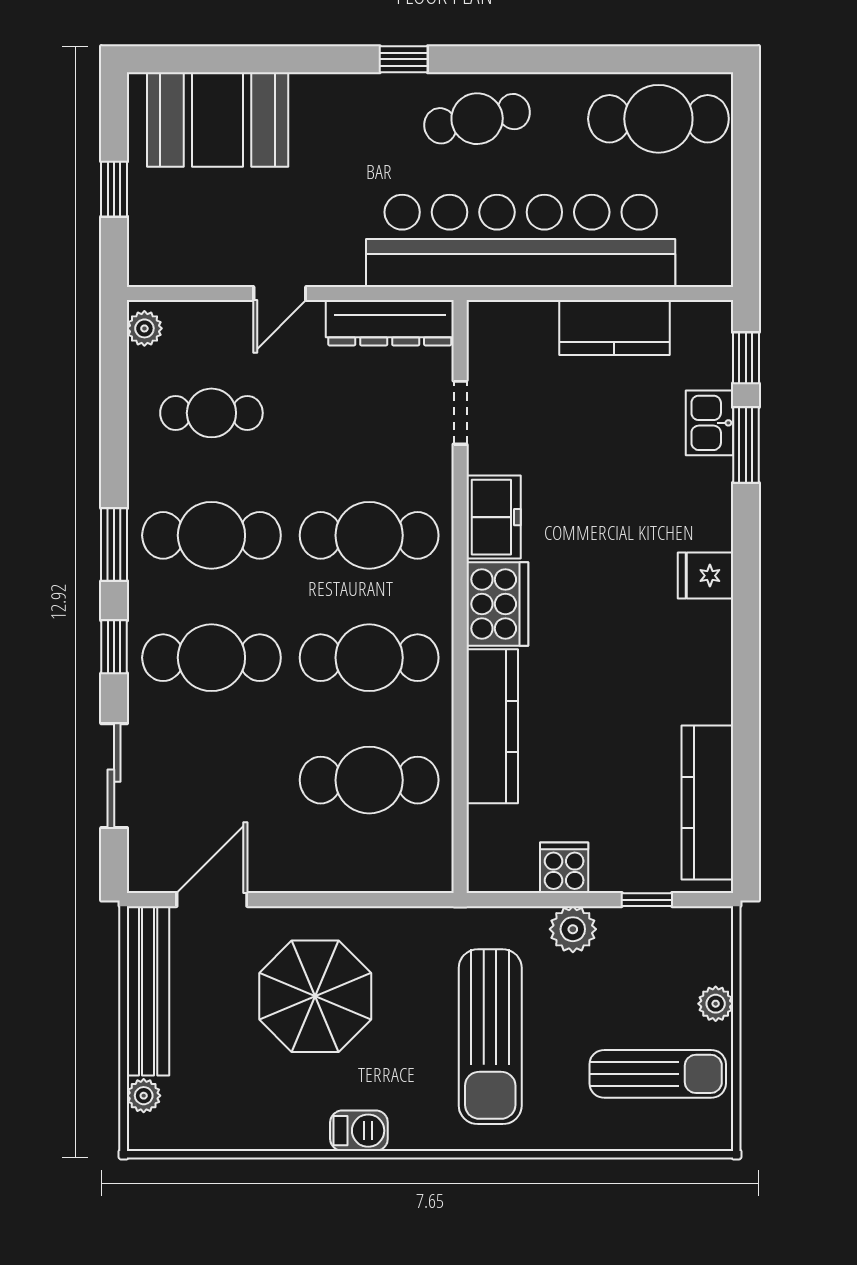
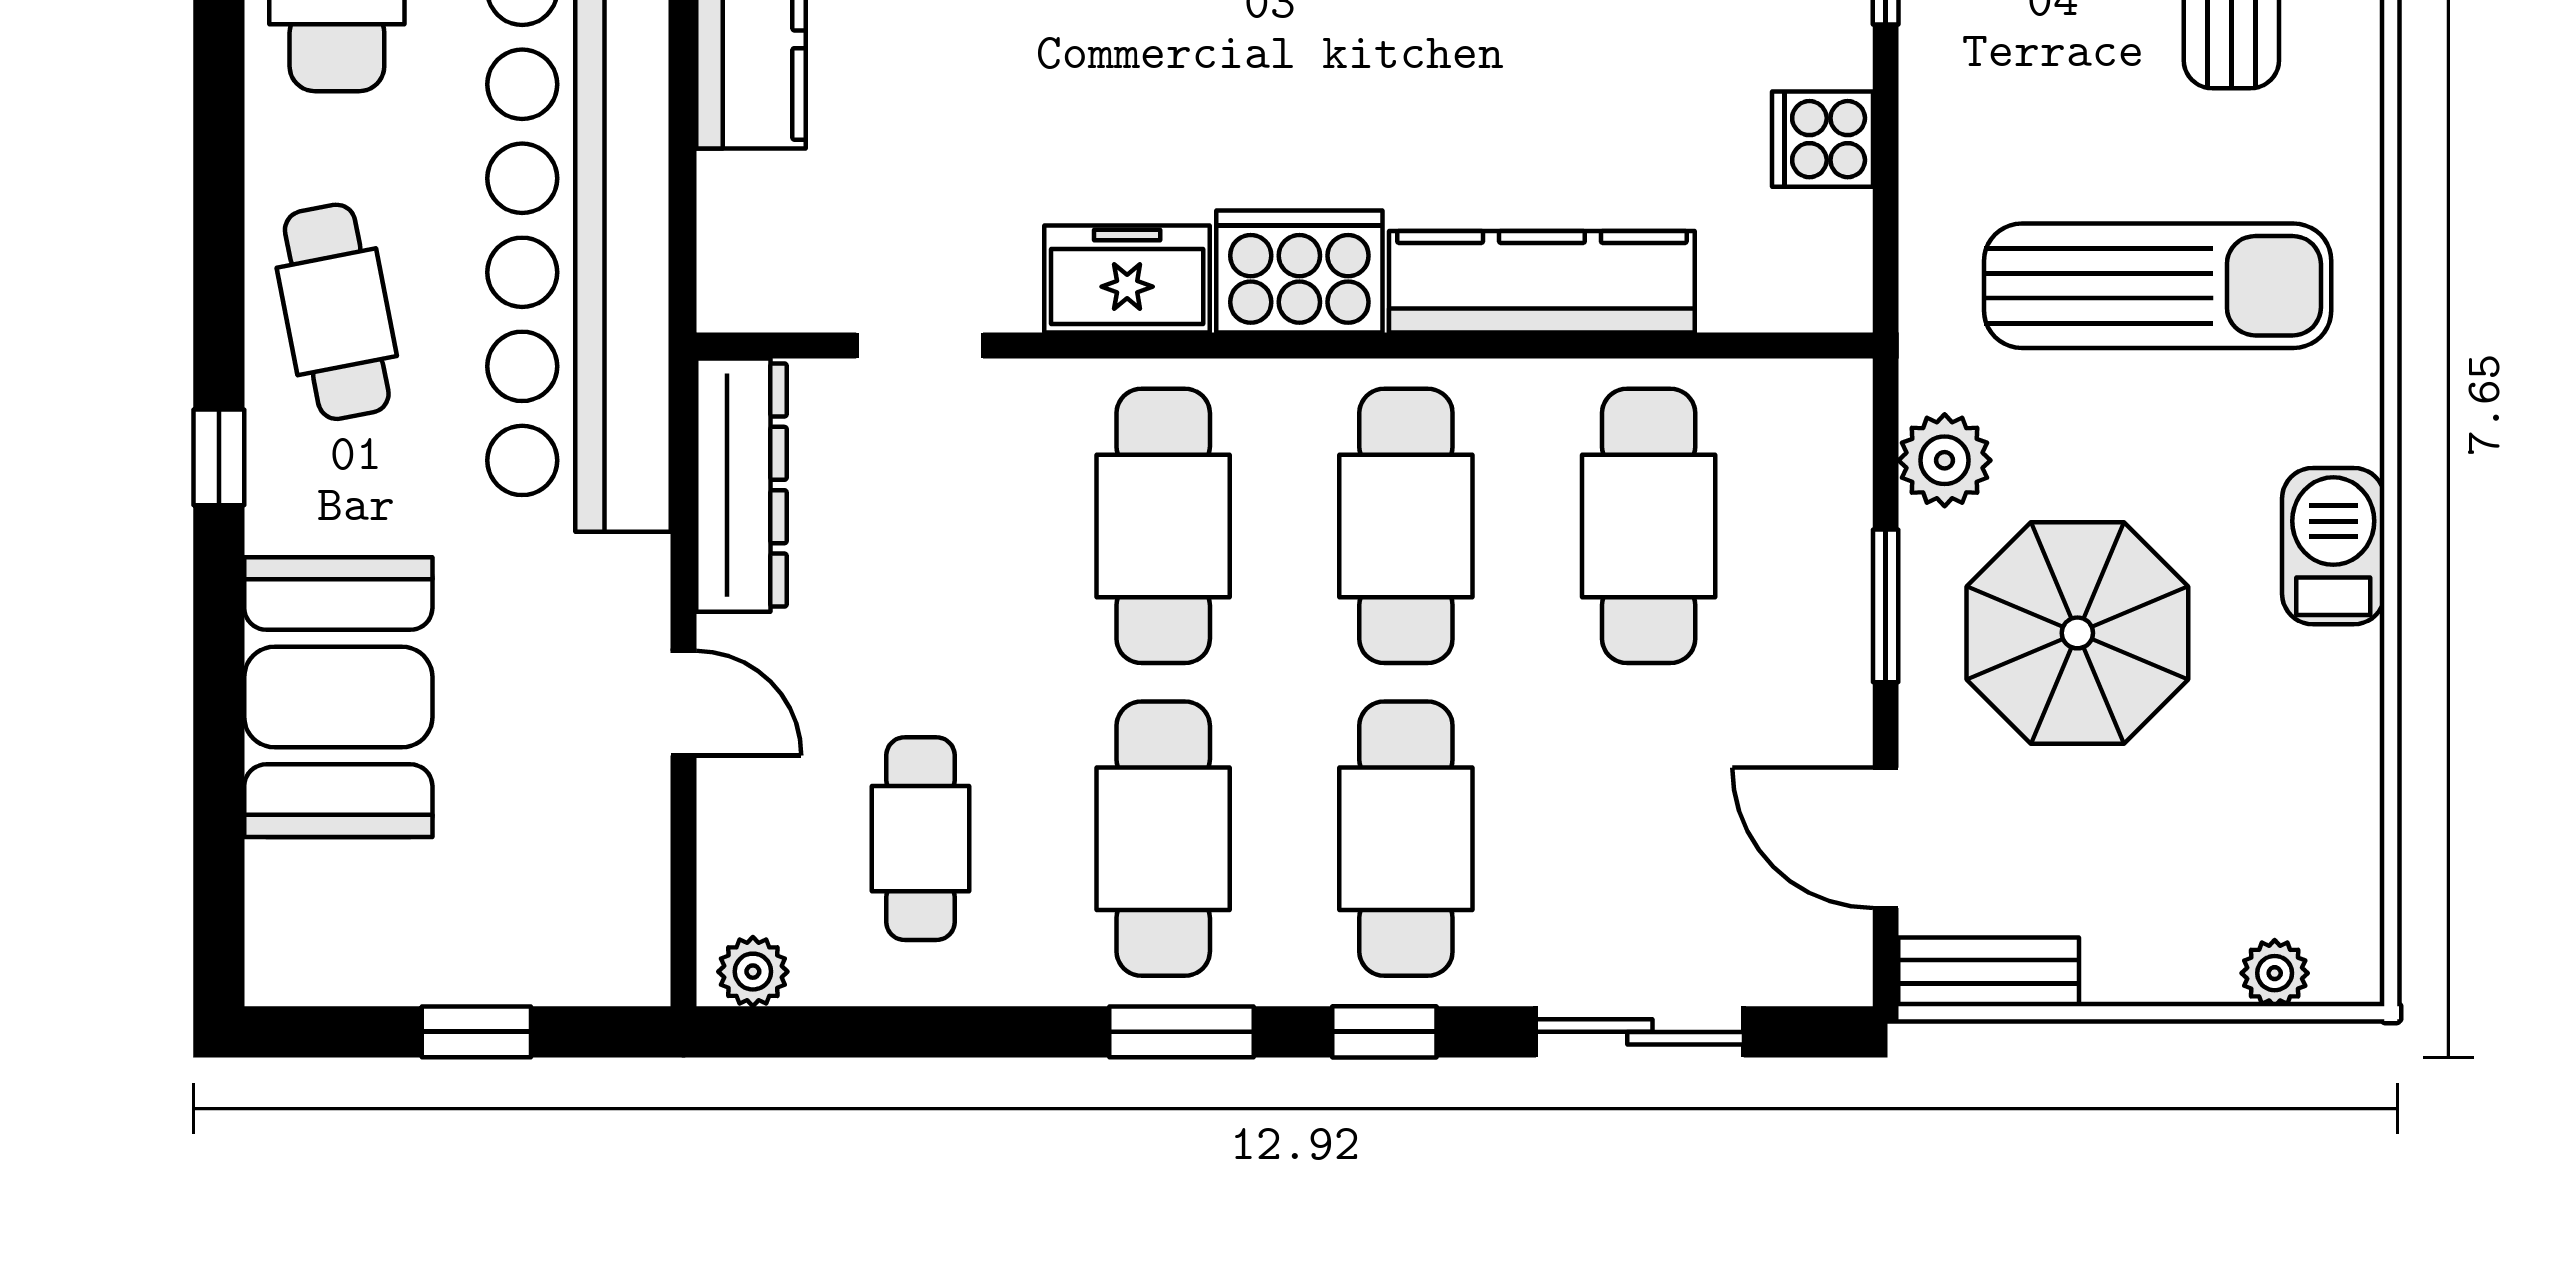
booth: (218, 119) -> (338, 697), moved
window: (329, 900) -> (1886, 606), added
plant: (573, 929) -> (1945, 460), moved
bench: (148, 991) -> (1989, 972), width x0.54, depth x0.82
barbecue: (359, 1131) -> (2333, 546), width x1.38, depth x1.27

